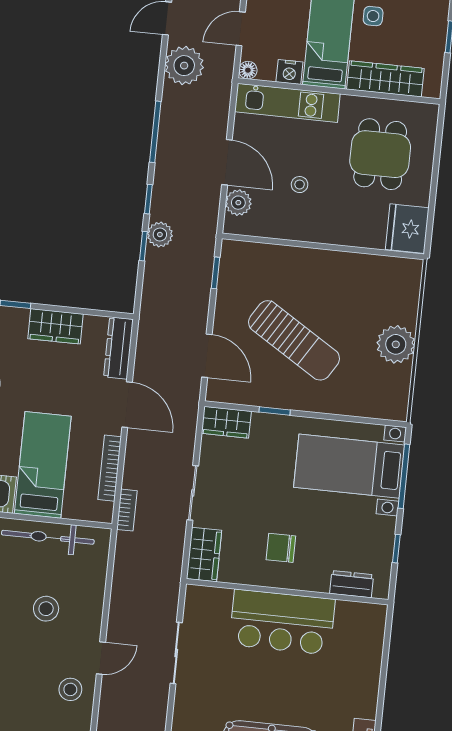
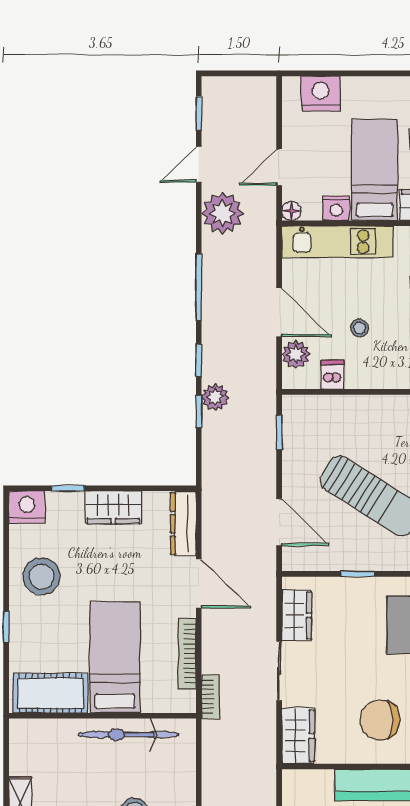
dishwasher: (270, 225) -> (332, 375), added
wardrobe: (226, 422) -> (297, 615), moved, turned -90
chair: (281, 548) -> (380, 720), width x1.37, depth x1.37

